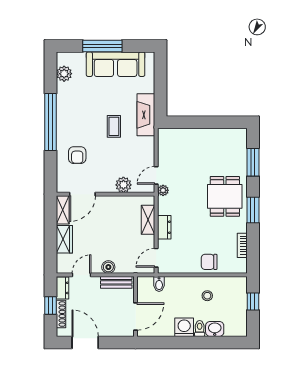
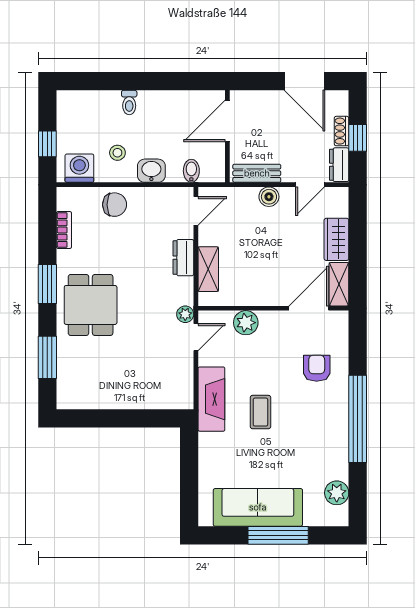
fireplace: (146, 115) -> (211, 399), moved
shoe rack: (61, 314) -> (342, 131), width x0.70
washing machine: (184, 327) -> (79, 168), moved, turned 180
washbasin: (215, 329) -> (151, 171), moved, turned 180

